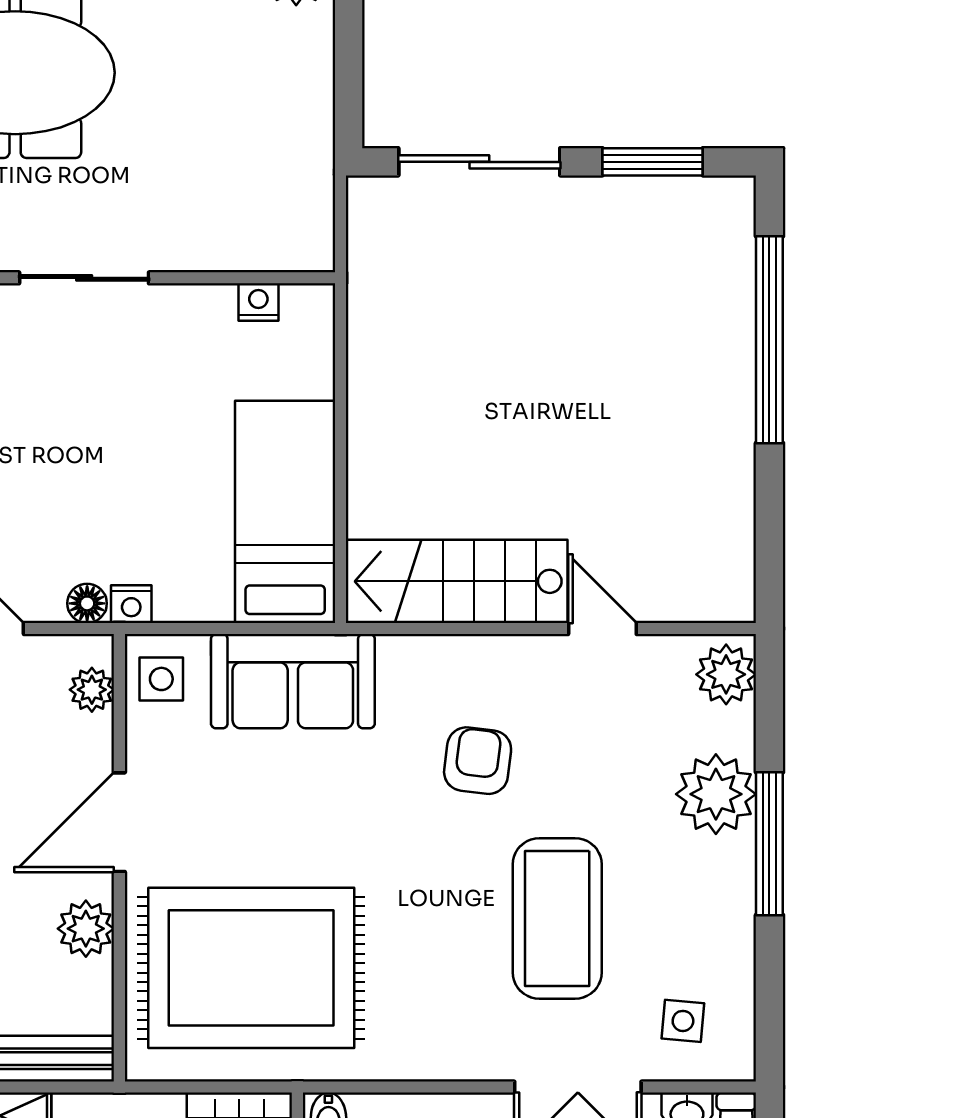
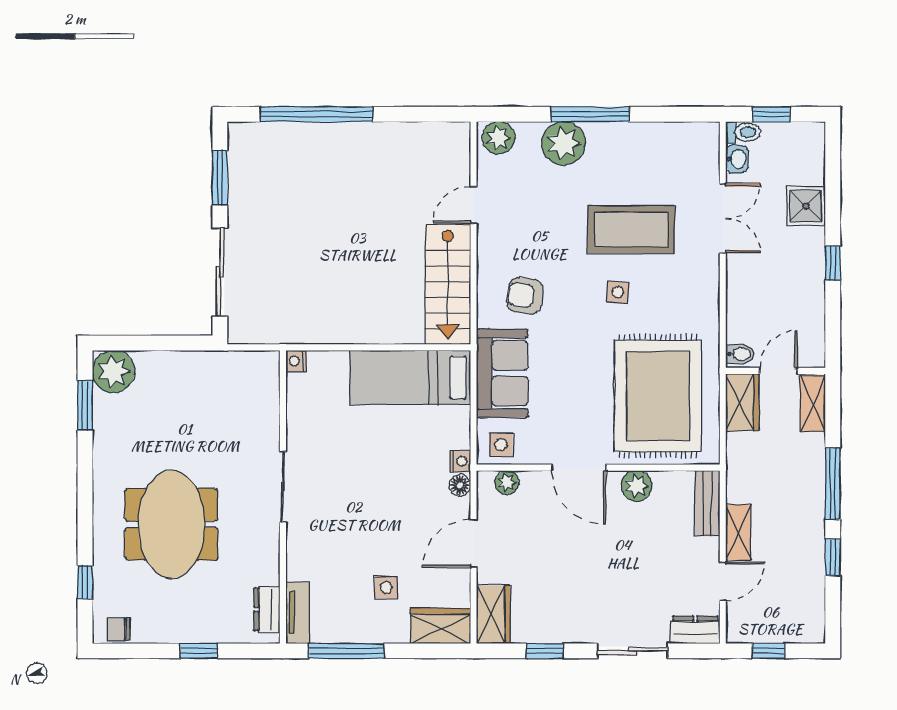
nightstand: (258, 302) -> (296, 361), moved
armchair: (478, 761) -> (525, 296), moved
side table: (683, 1021) -> (618, 292), moved

